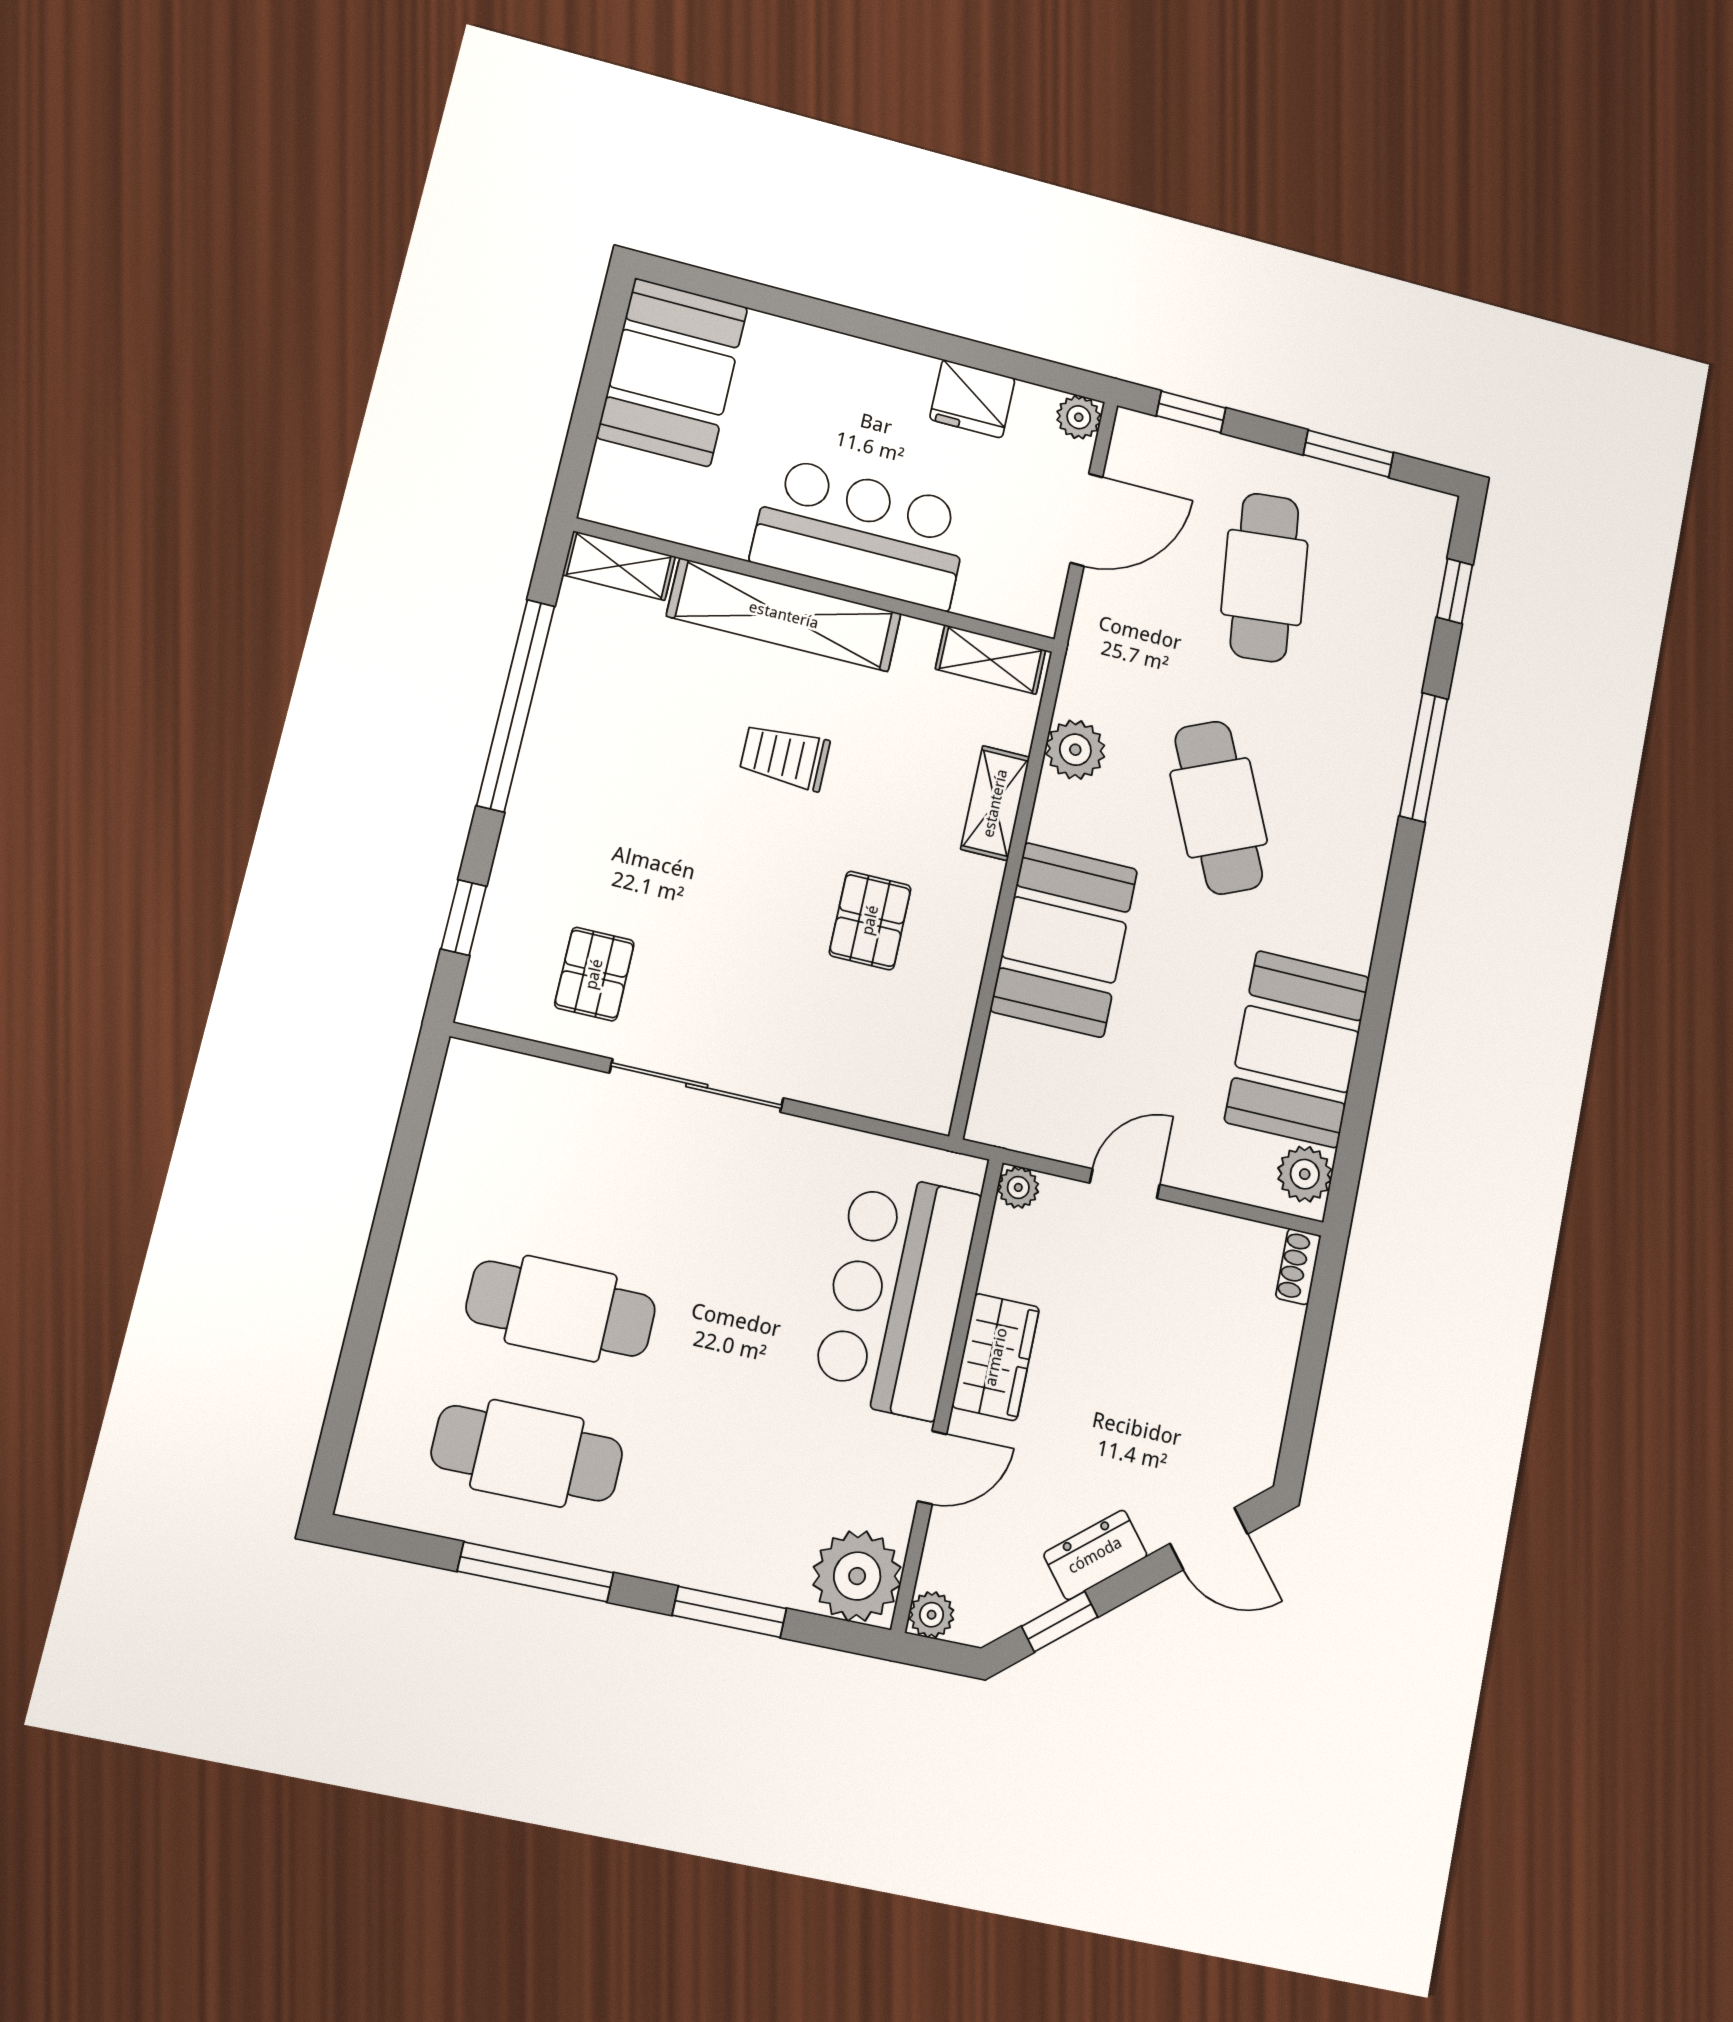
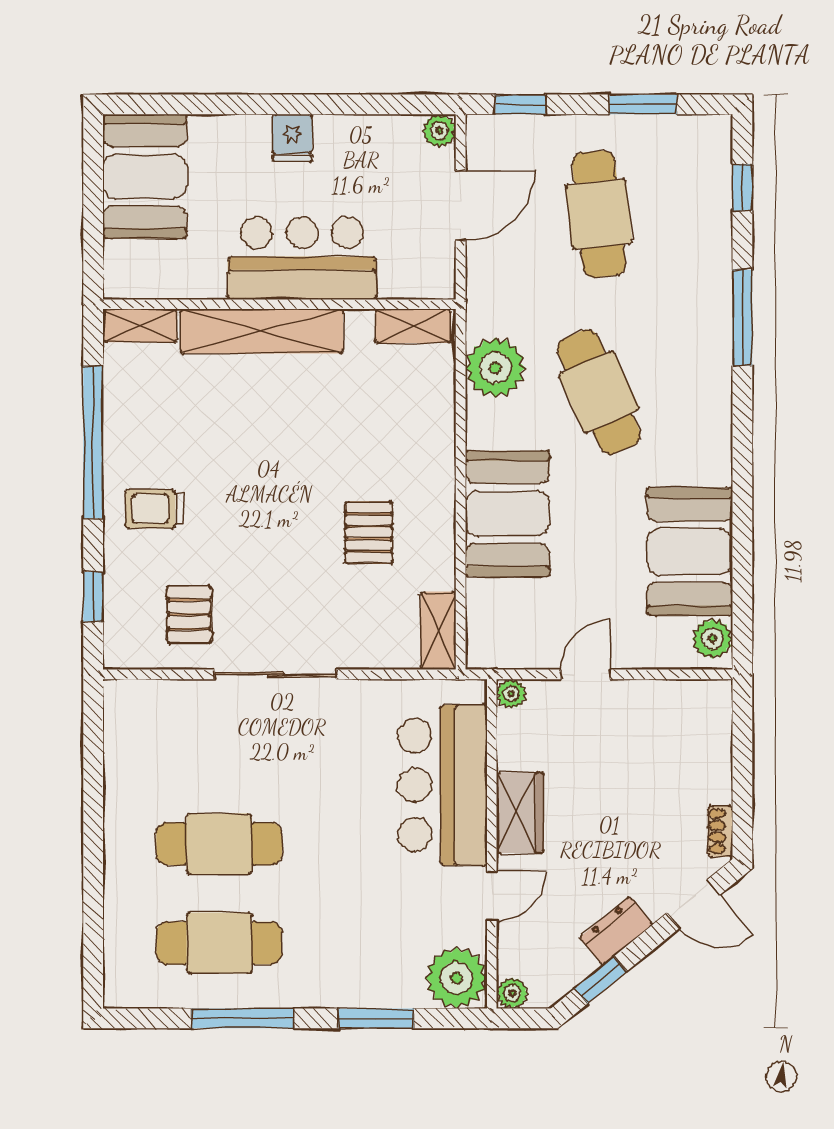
fridge: (972, 399) -> (292, 138), moved, width x0.72
plant: (1075, 750) -> (495, 368), width x1.36, depth x1.36
trolley: (785, 757) -> (154, 509), moved
shelving: (995, 803) -> (438, 631), moved
shoe rack: (1298, 1267) -> (720, 831), moved

